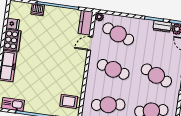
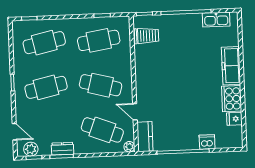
dresser: (162, 26) -> (63, 149), moved
door: (90, 44) -> (135, 112), swing flipped
cafe table: (156, 75) -> (46, 87), turned -36

